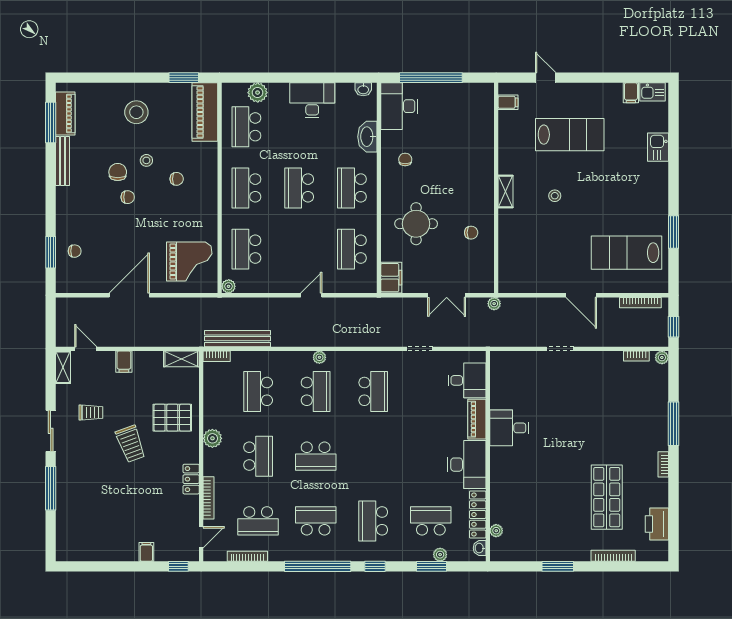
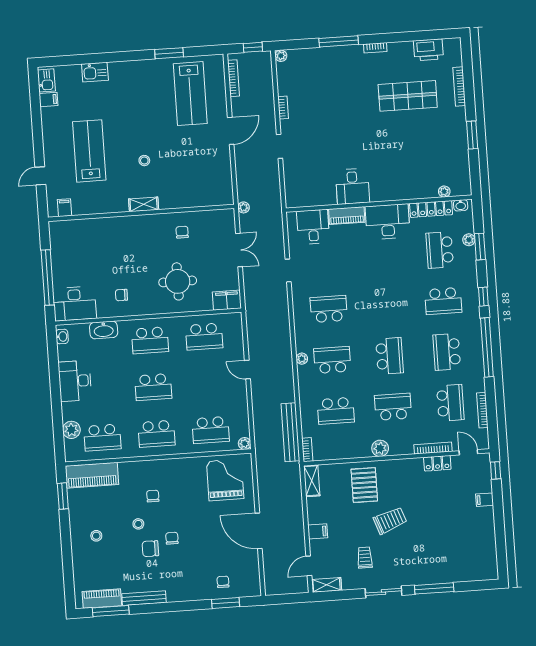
stool: (136, 112) -> (96, 536), width x0.53, depth x0.53
bookcase: (636, 356) -> (283, 108), moved
locker: (191, 479) -> (437, 463), moved

